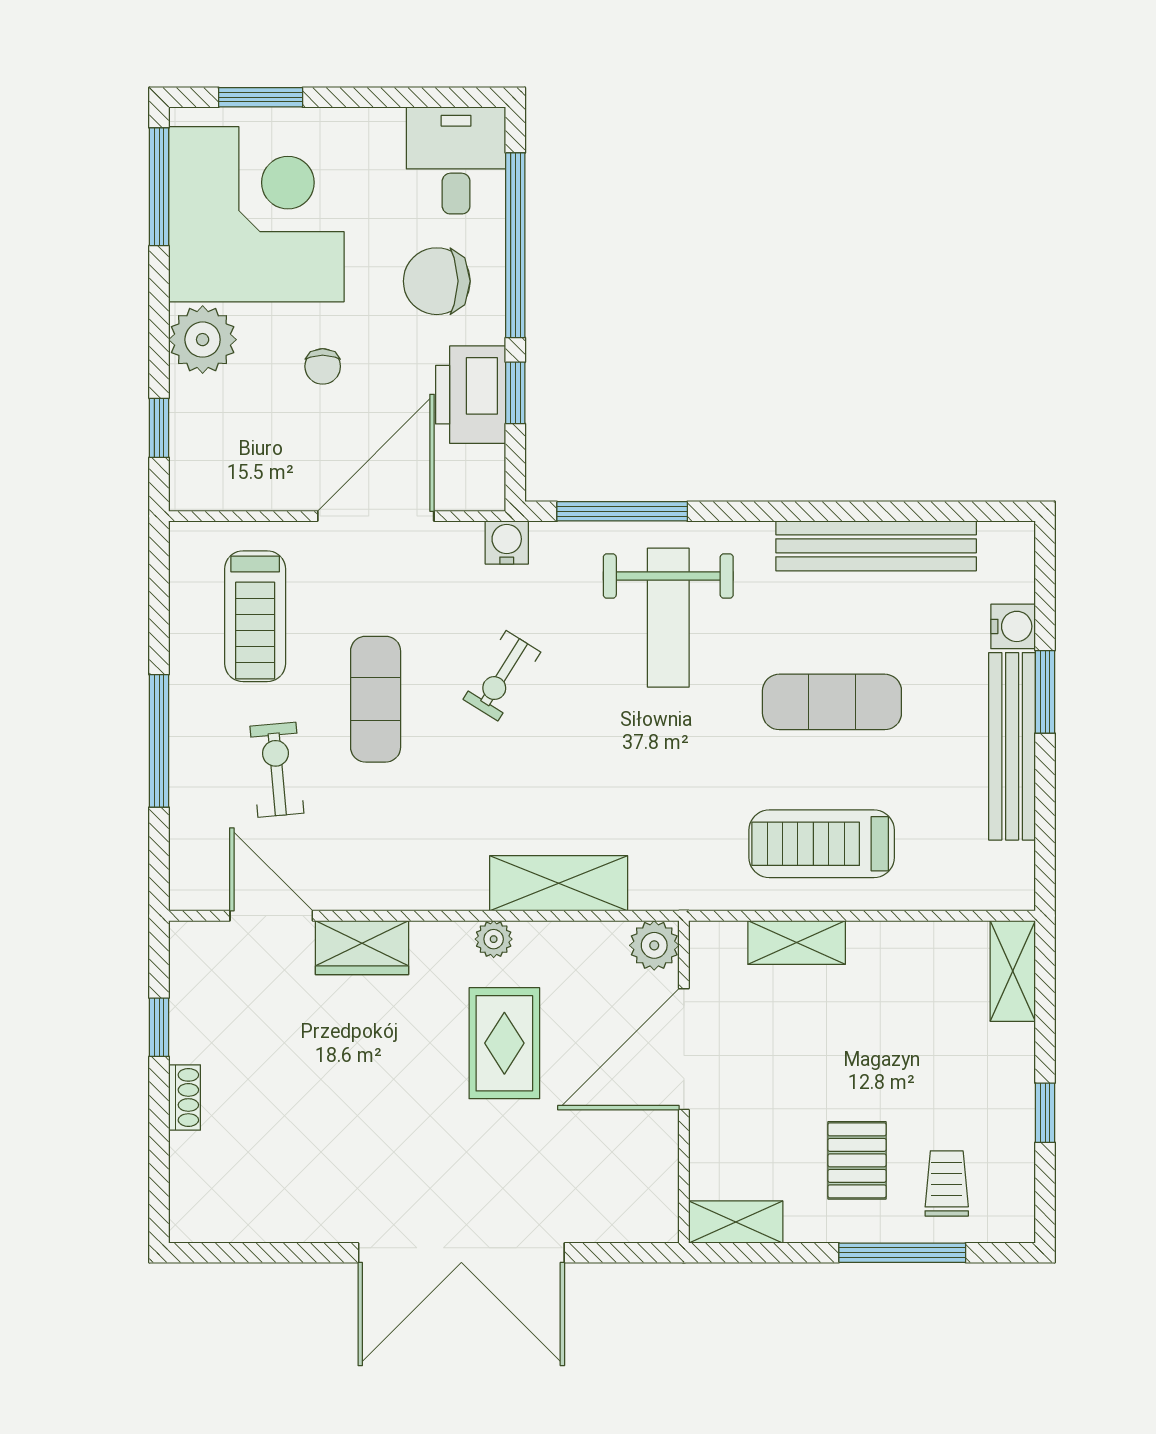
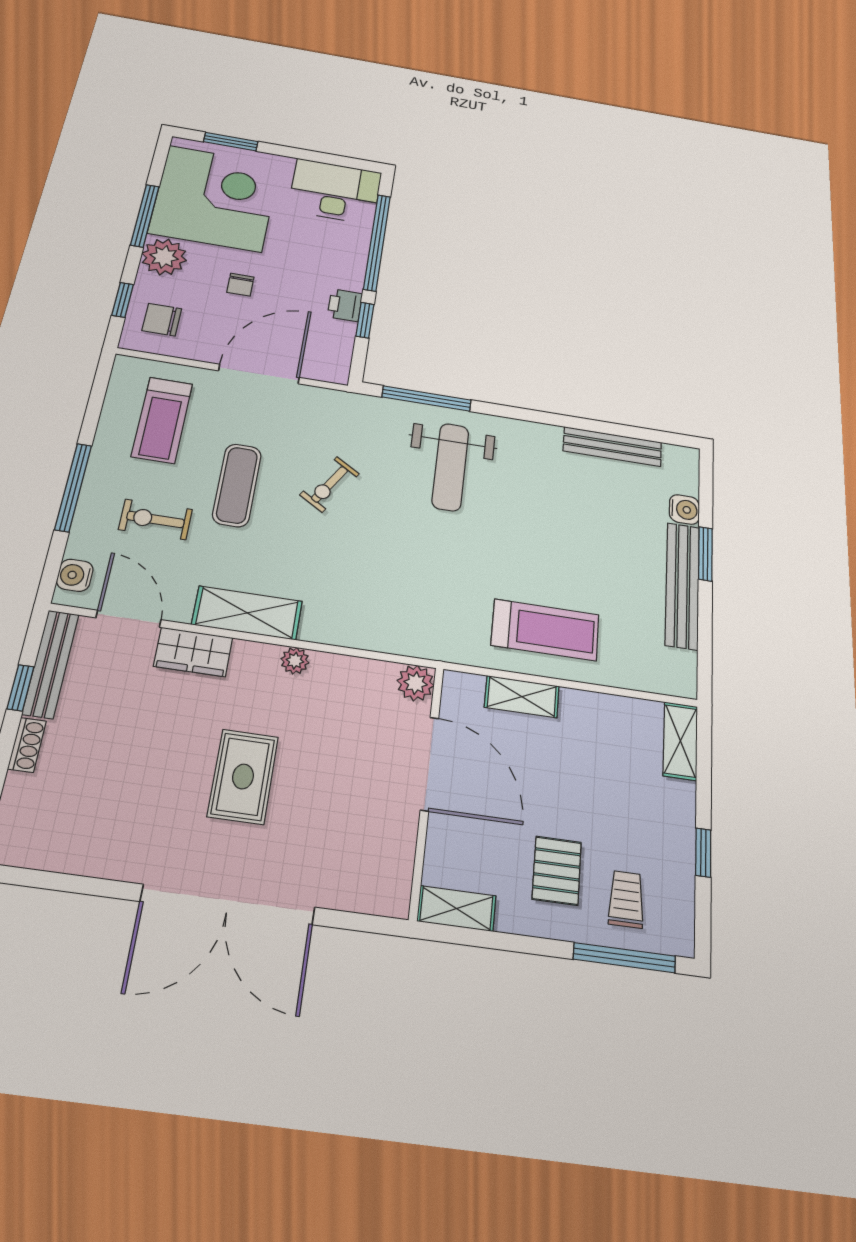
desk: (456, 160) -> (335, 191), width x1.37
window: (159, 187) -> (145, 216), moved
chair: (437, 281) -> (162, 320), moved, width x0.73, depth x0.73
printer: (471, 395) -> (345, 305), width x0.53, depth x0.68
water cooler: (507, 542) -> (75, 575), moved, turned -90
bench: (876, 546) -> (612, 447), width x0.73, depth x0.82
exercise mat: (832, 702) -> (559, 537), removed
exercise bike: (277, 770) -> (156, 519), turned -85
treadmill: (822, 844) -> (545, 630), turned 180
shelving: (559, 883) -> (247, 613), moved
bench: (188, 991) -> (51, 664), added
rug: (504, 1043) -> (243, 776), moved
door: (684, 1049) -> (429, 764), swing flipped
window: (902, 1253) -> (624, 958), moved

